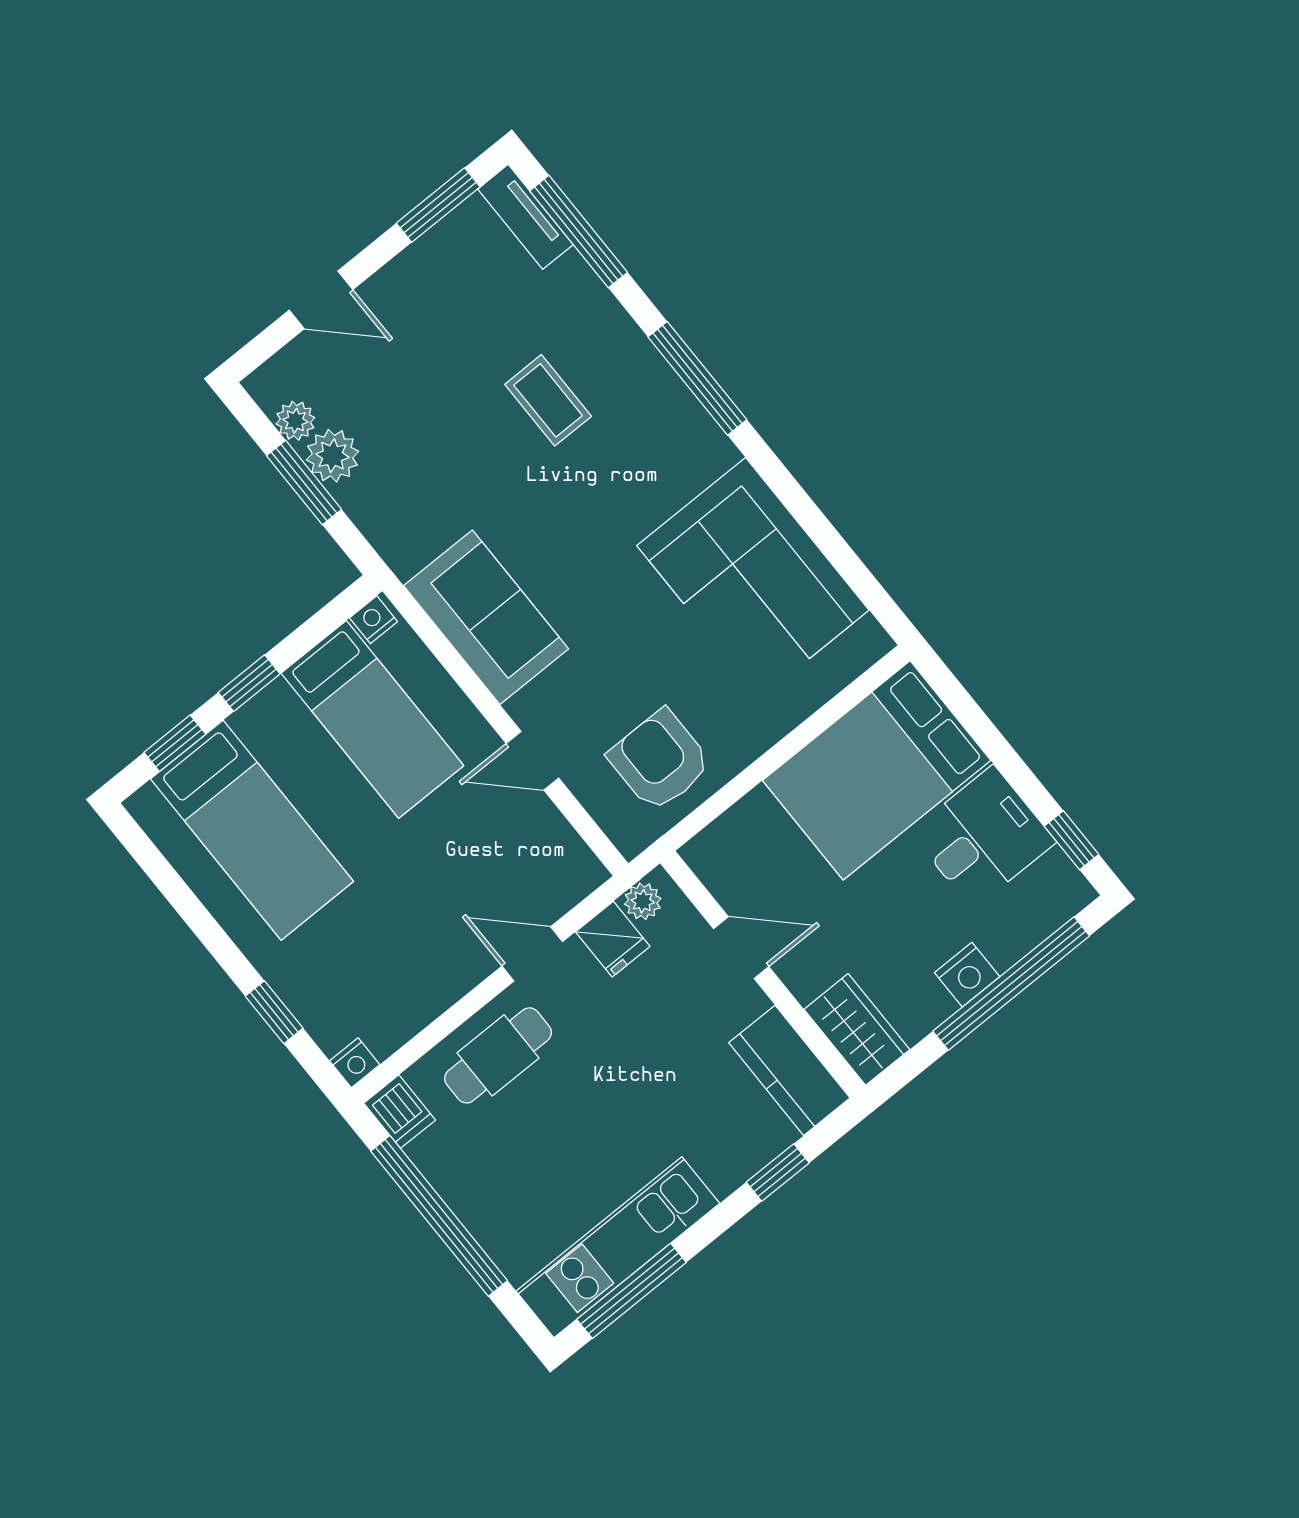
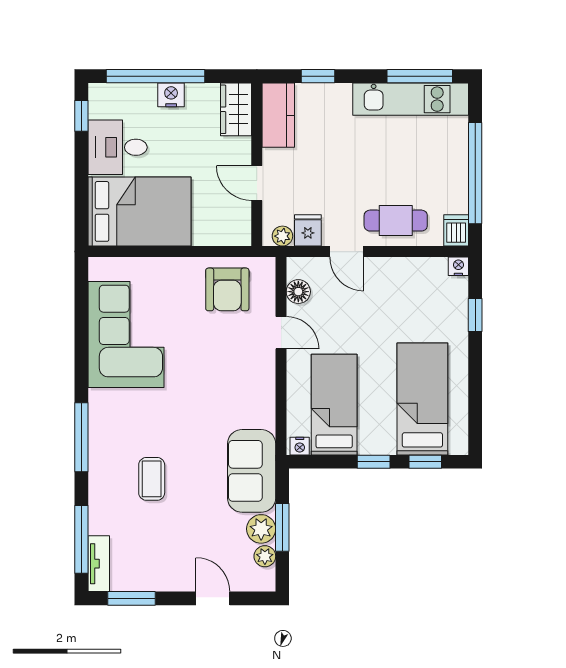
sofa: (486, 617) -> (252, 471), moved
floor lamp: (555, 840) -> (298, 292), added

